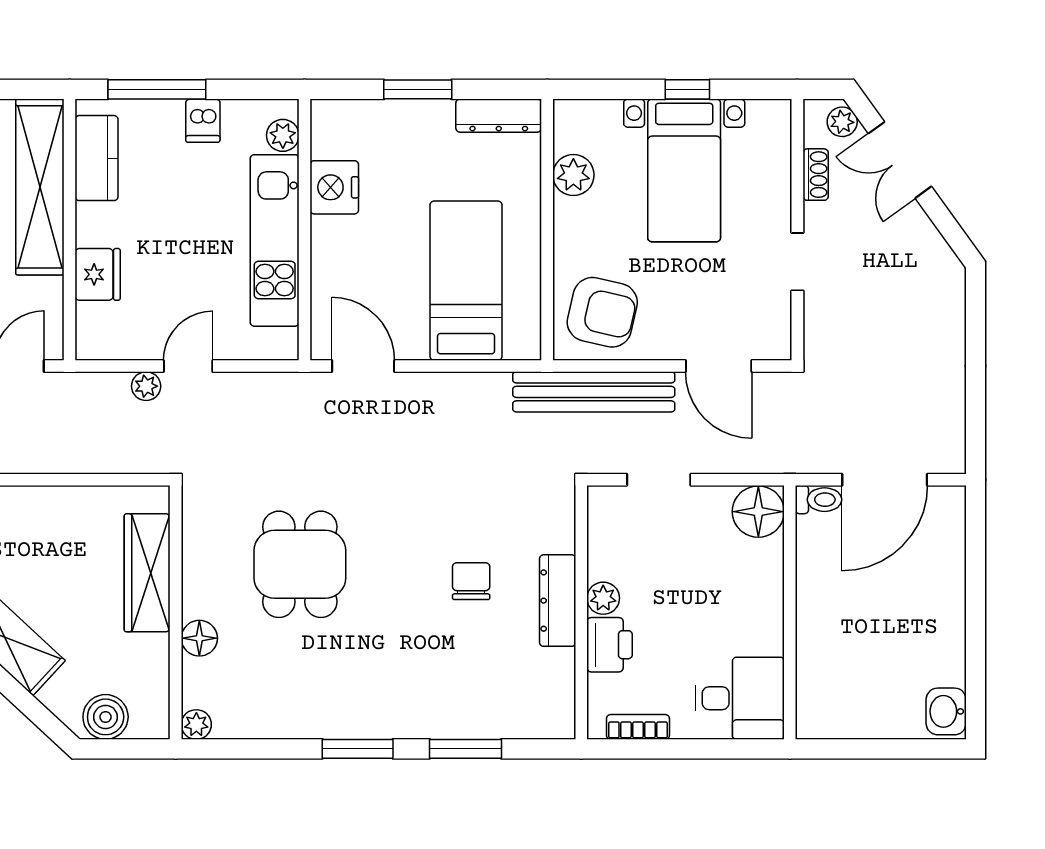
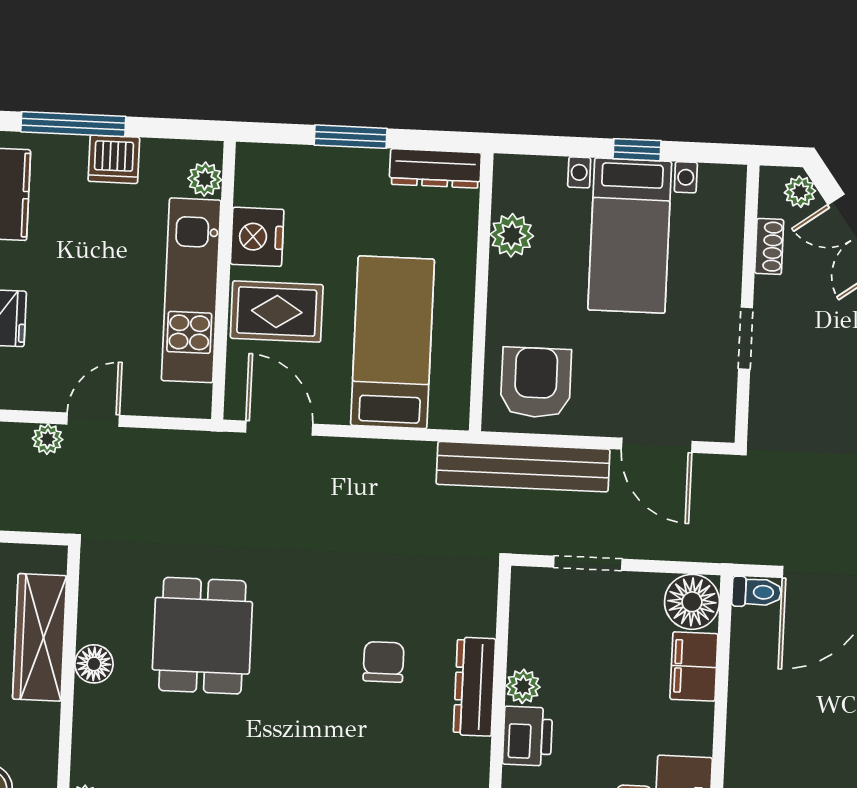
dishwasher: (203, 121) -> (114, 159), width x1.38
rug: (356, 257) -> (277, 311), added
armchair: (602, 312) -> (536, 382), turned -103
filing cabinet: (763, 572) -> (694, 667), added
floor lamp: (199, 638) -> (94, 664), moved

